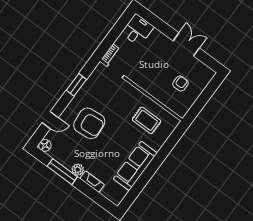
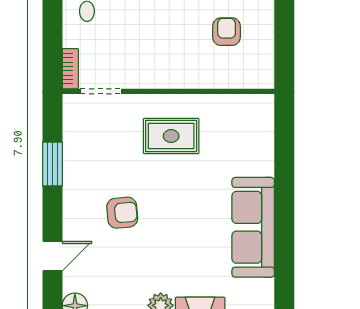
rug: (147, 120) -> (171, 136), moved
armchair: (89, 123) -> (122, 213), width x0.53, depth x0.53

